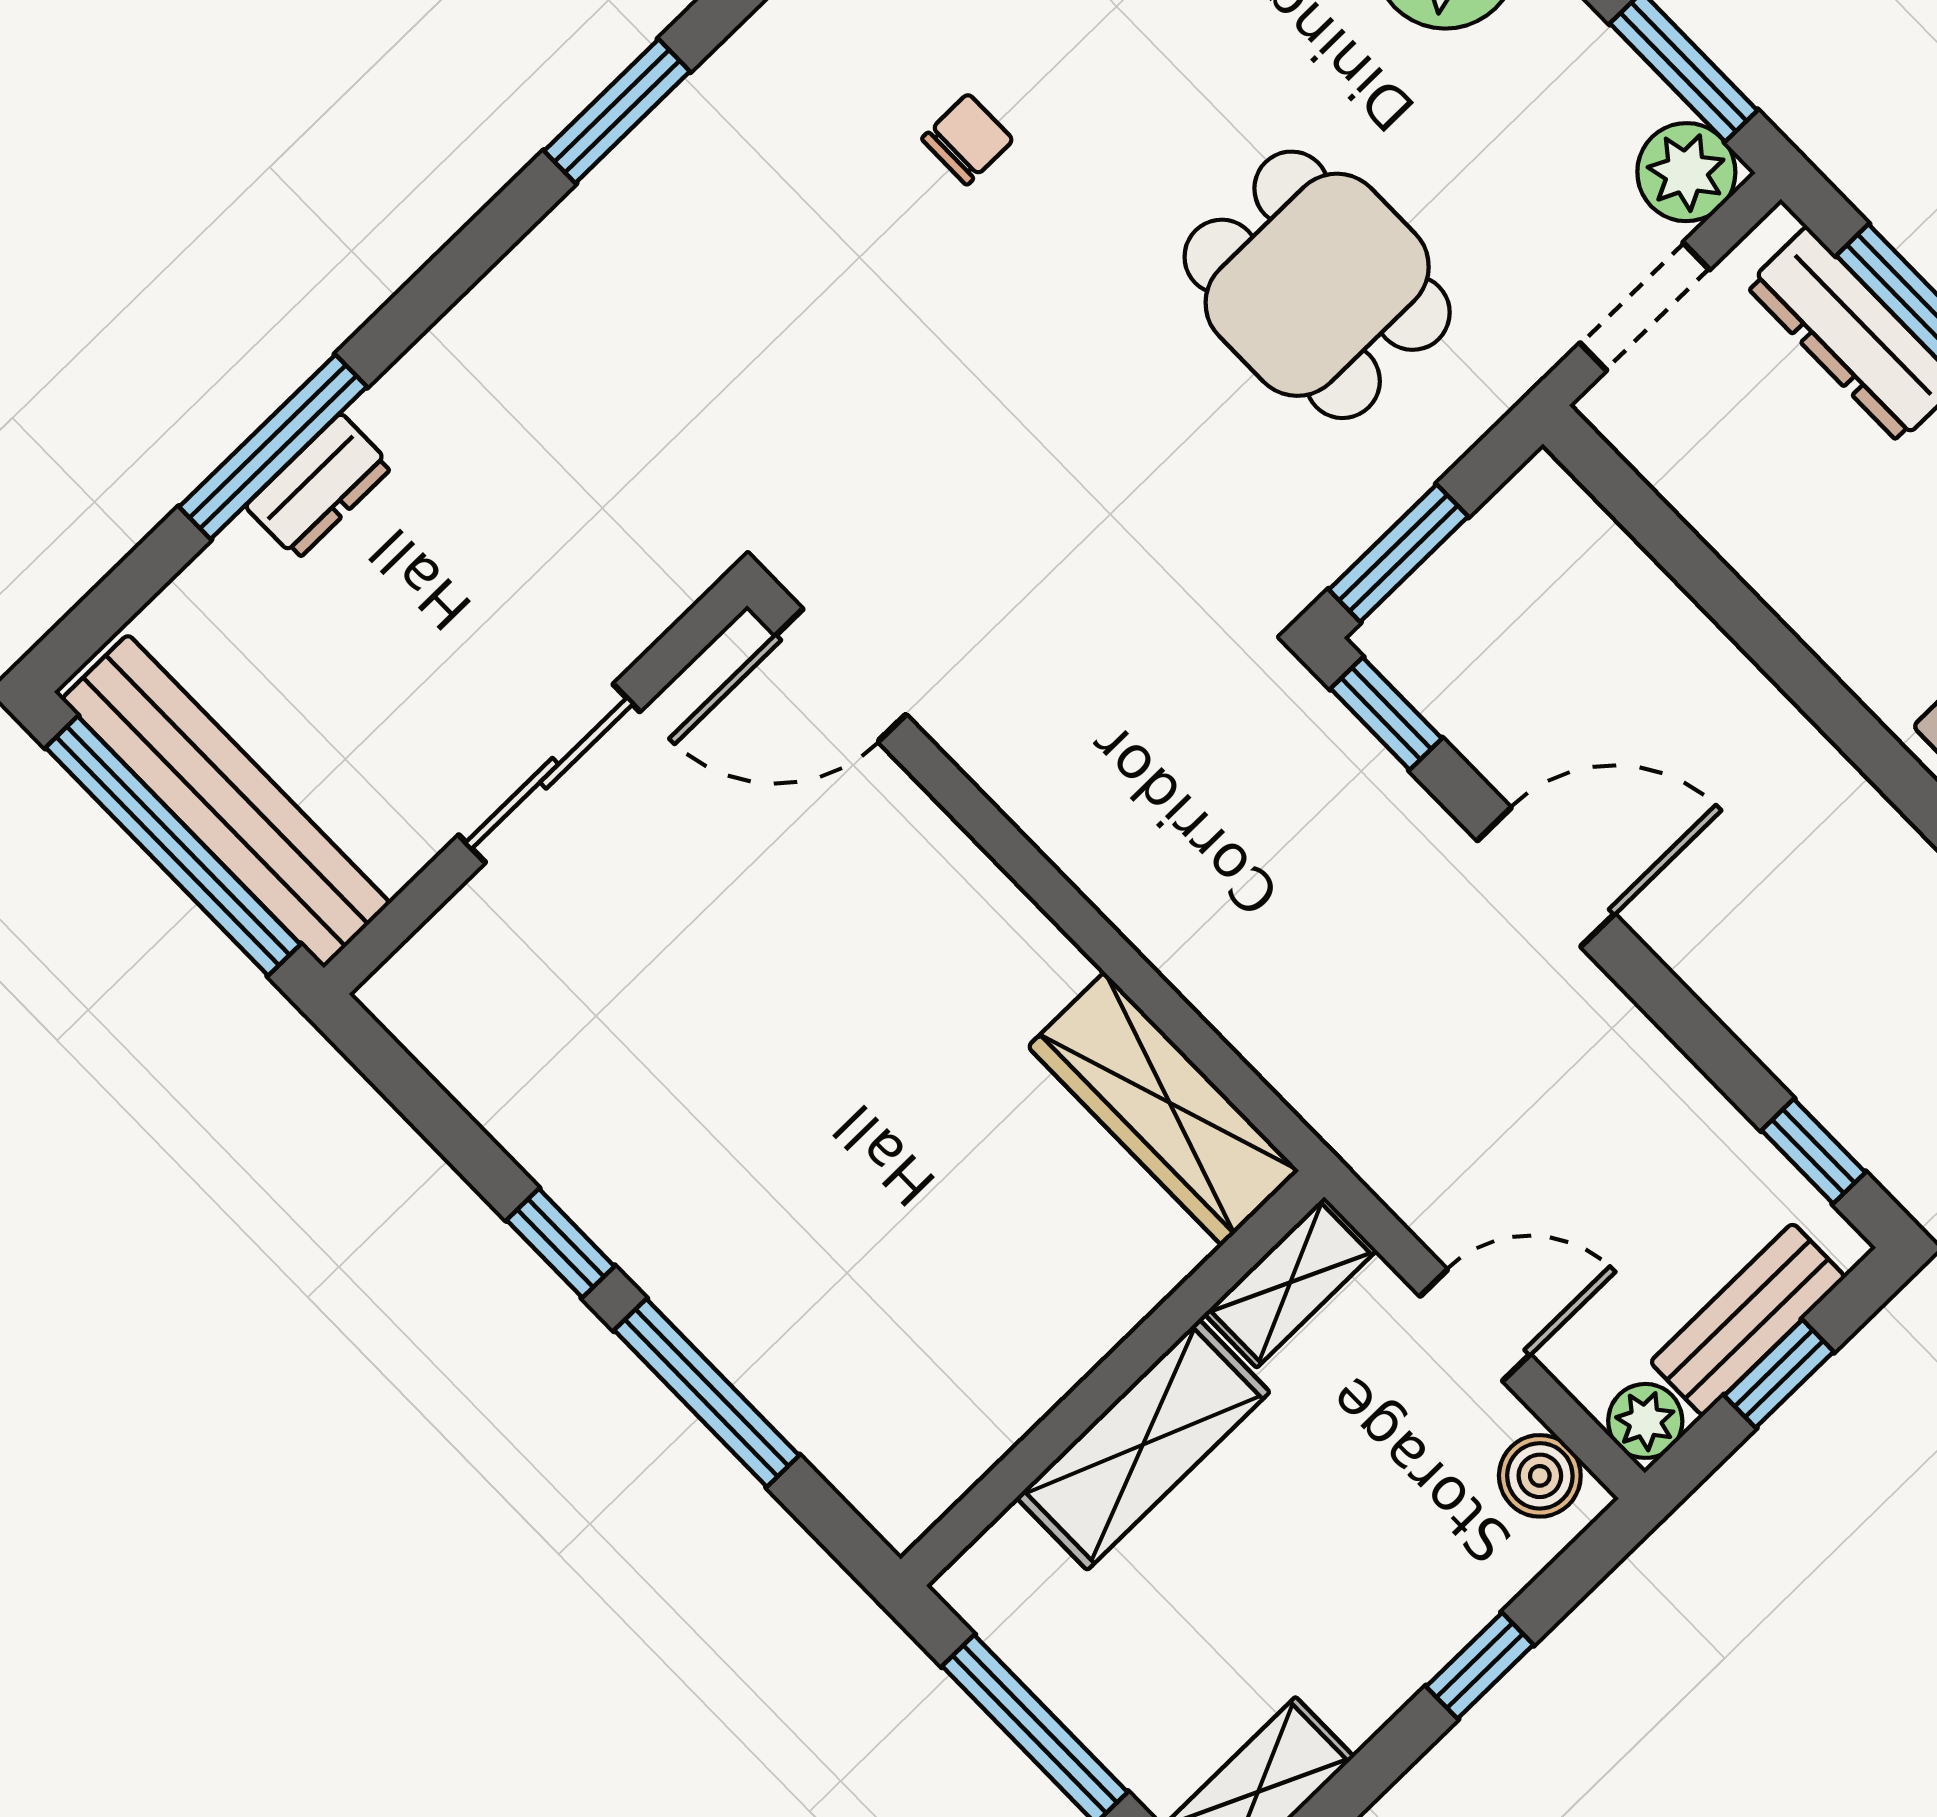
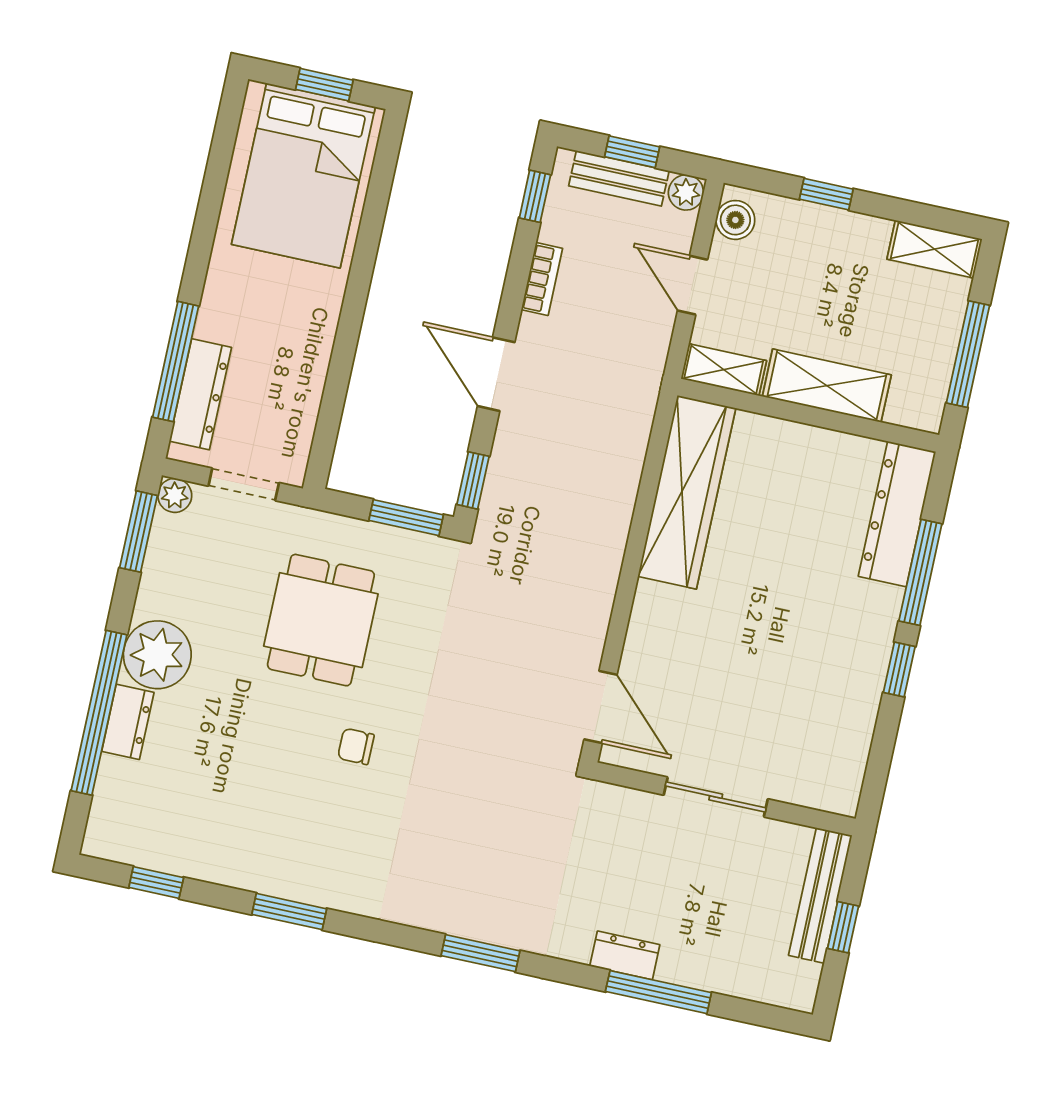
window: (617, 111) -> (480, 953), moved
chair: (967, 139) -> (356, 746), moved
plant: (1686, 172) -> (175, 495), width x0.73, depth x0.73
dresser: (319, 486) -> (625, 955), moved
bench: (226, 801) -> (820, 895), width x0.73, depth x0.82
window: (173, 846) -> (843, 927), width x0.32
bookcase: (1660, 1068) -> (542, 279), added
wardrobe: (1163, 1109) -> (687, 492), width x1.40, depth x1.17
dresser: (836, 1419) -> (897, 514), added

